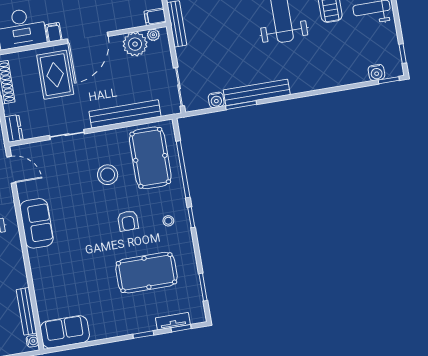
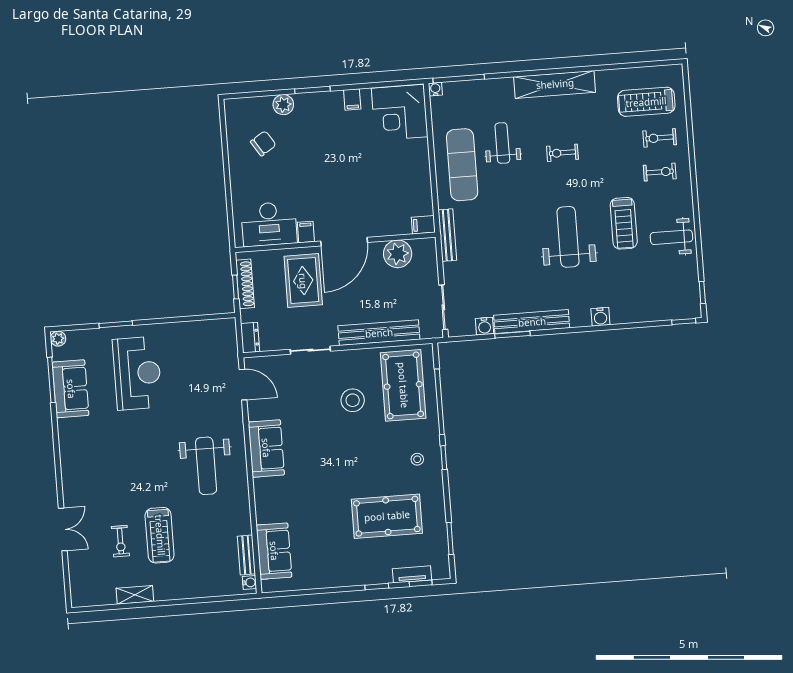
plant: (153, 35) -> (419, 245), removed
water cooler: (376, 72) -> (600, 317), moved
armchair: (128, 221) -> (371, 455), removed
bench: (27, 311) -> (246, 555), width x0.73
sofa: (65, 332) -> (274, 551), moved, turned 90

